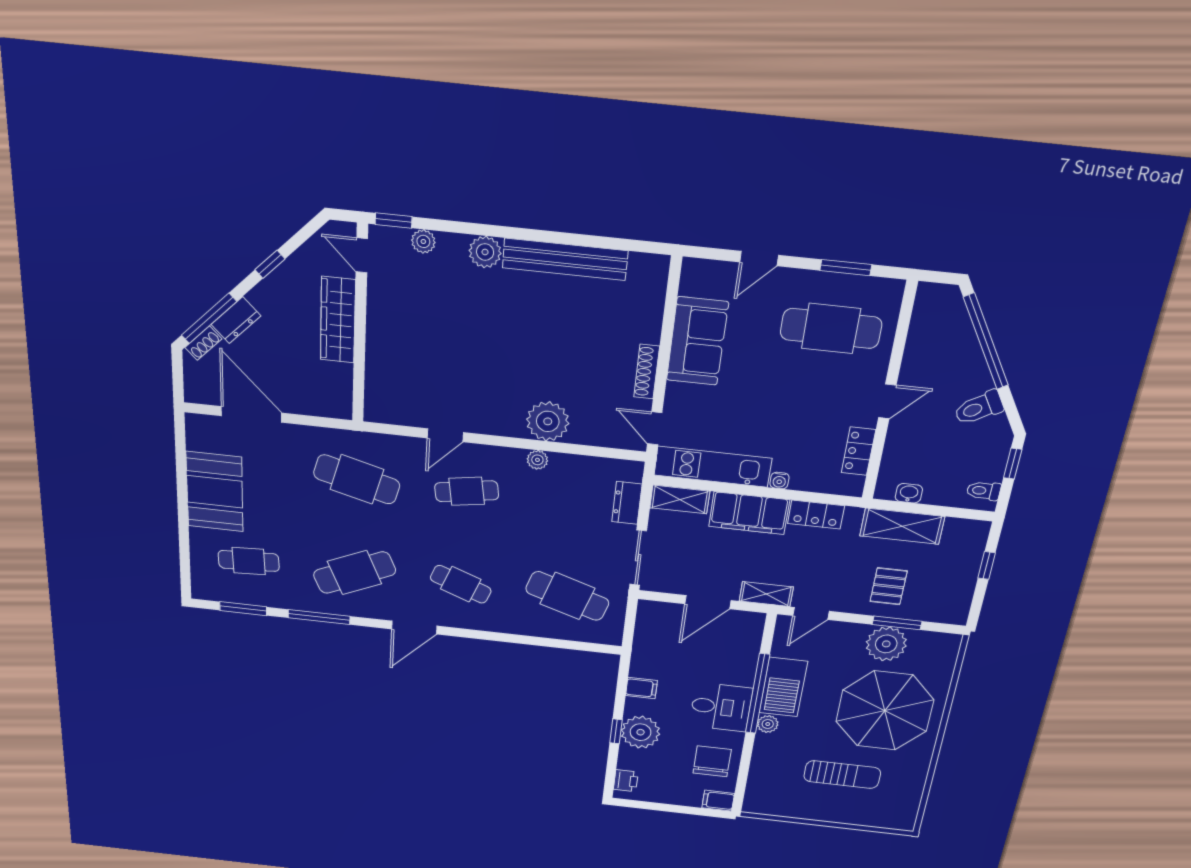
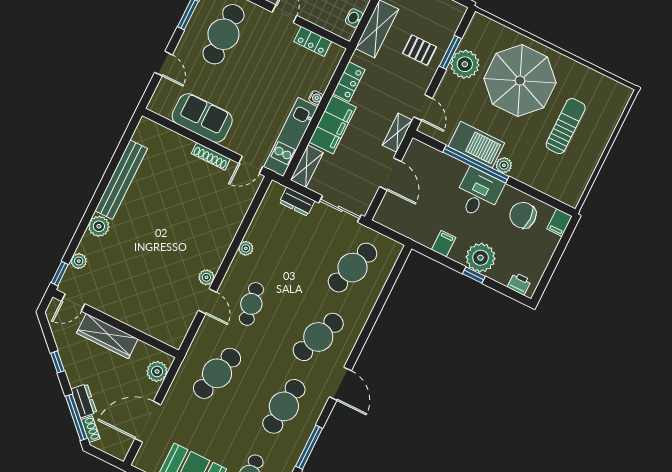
plant: (322, 403) -> (157, 371), added
plant: (548, 421) -> (206, 277), moved, width x0.53, depth x0.53
cafe table: (355, 573) -> (284, 406), turned 30
cafe table: (461, 584) -> (318, 337), width x1.37, depth x1.35

